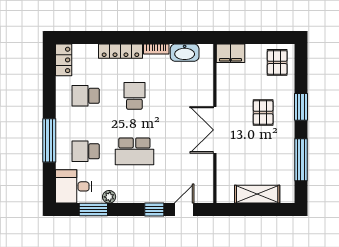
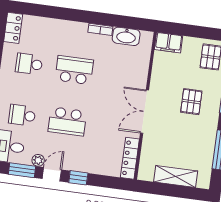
locker: (120, 51) -> (130, 158), moved, turned 90
school desk: (134, 96) -> (74, 70), width x1.85
door: (184, 210) -> (52, 174), moved

